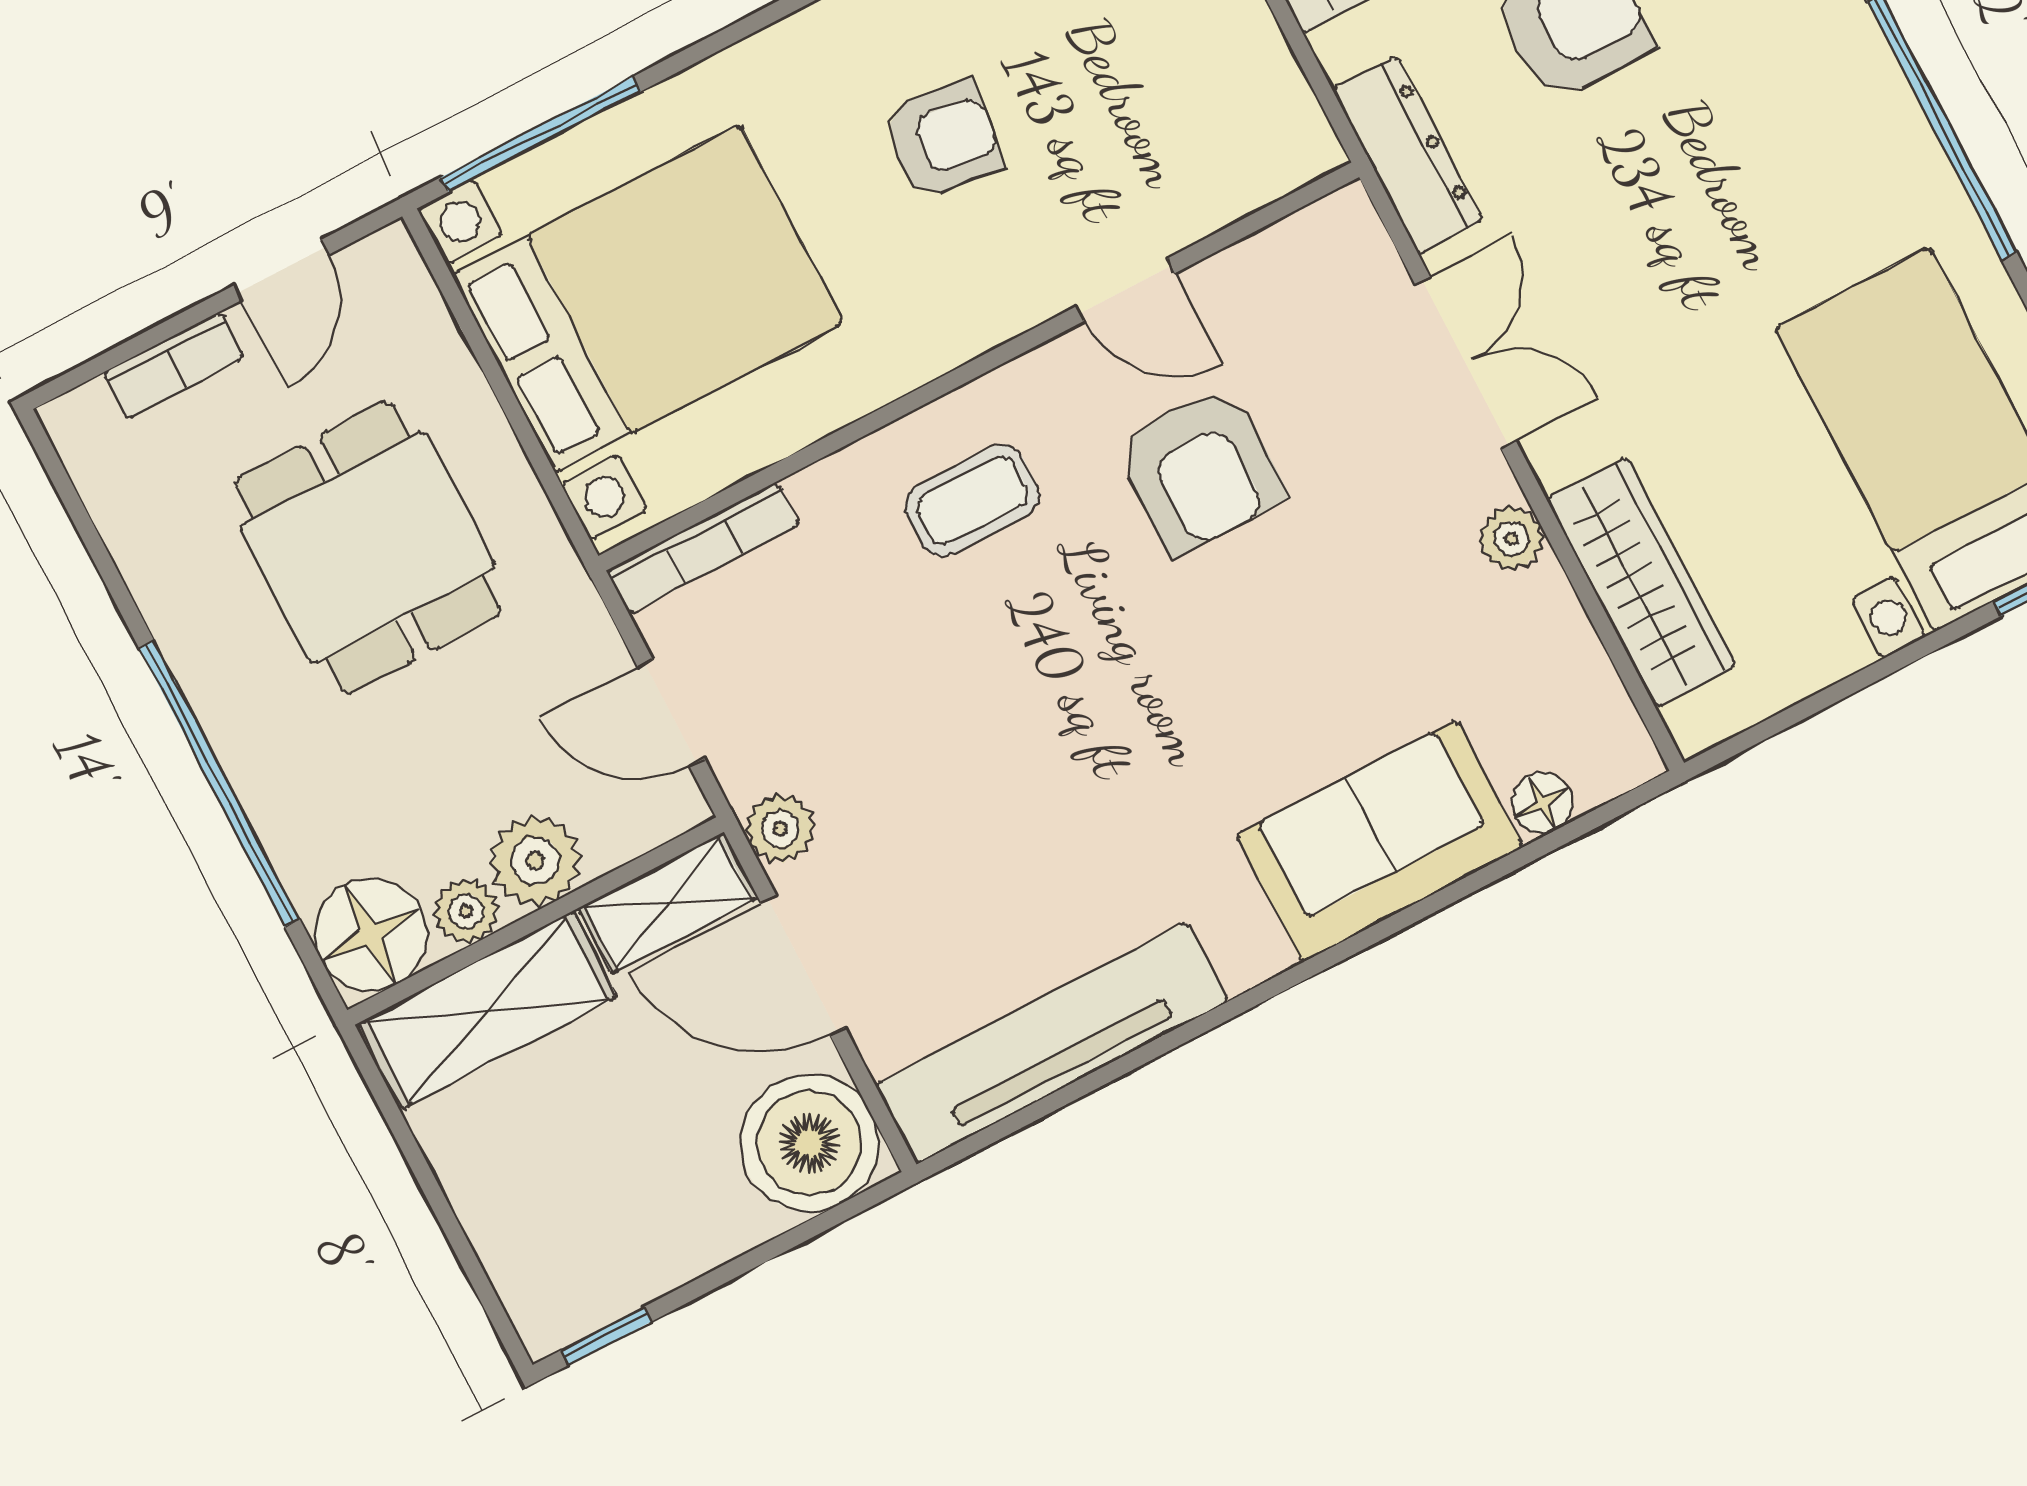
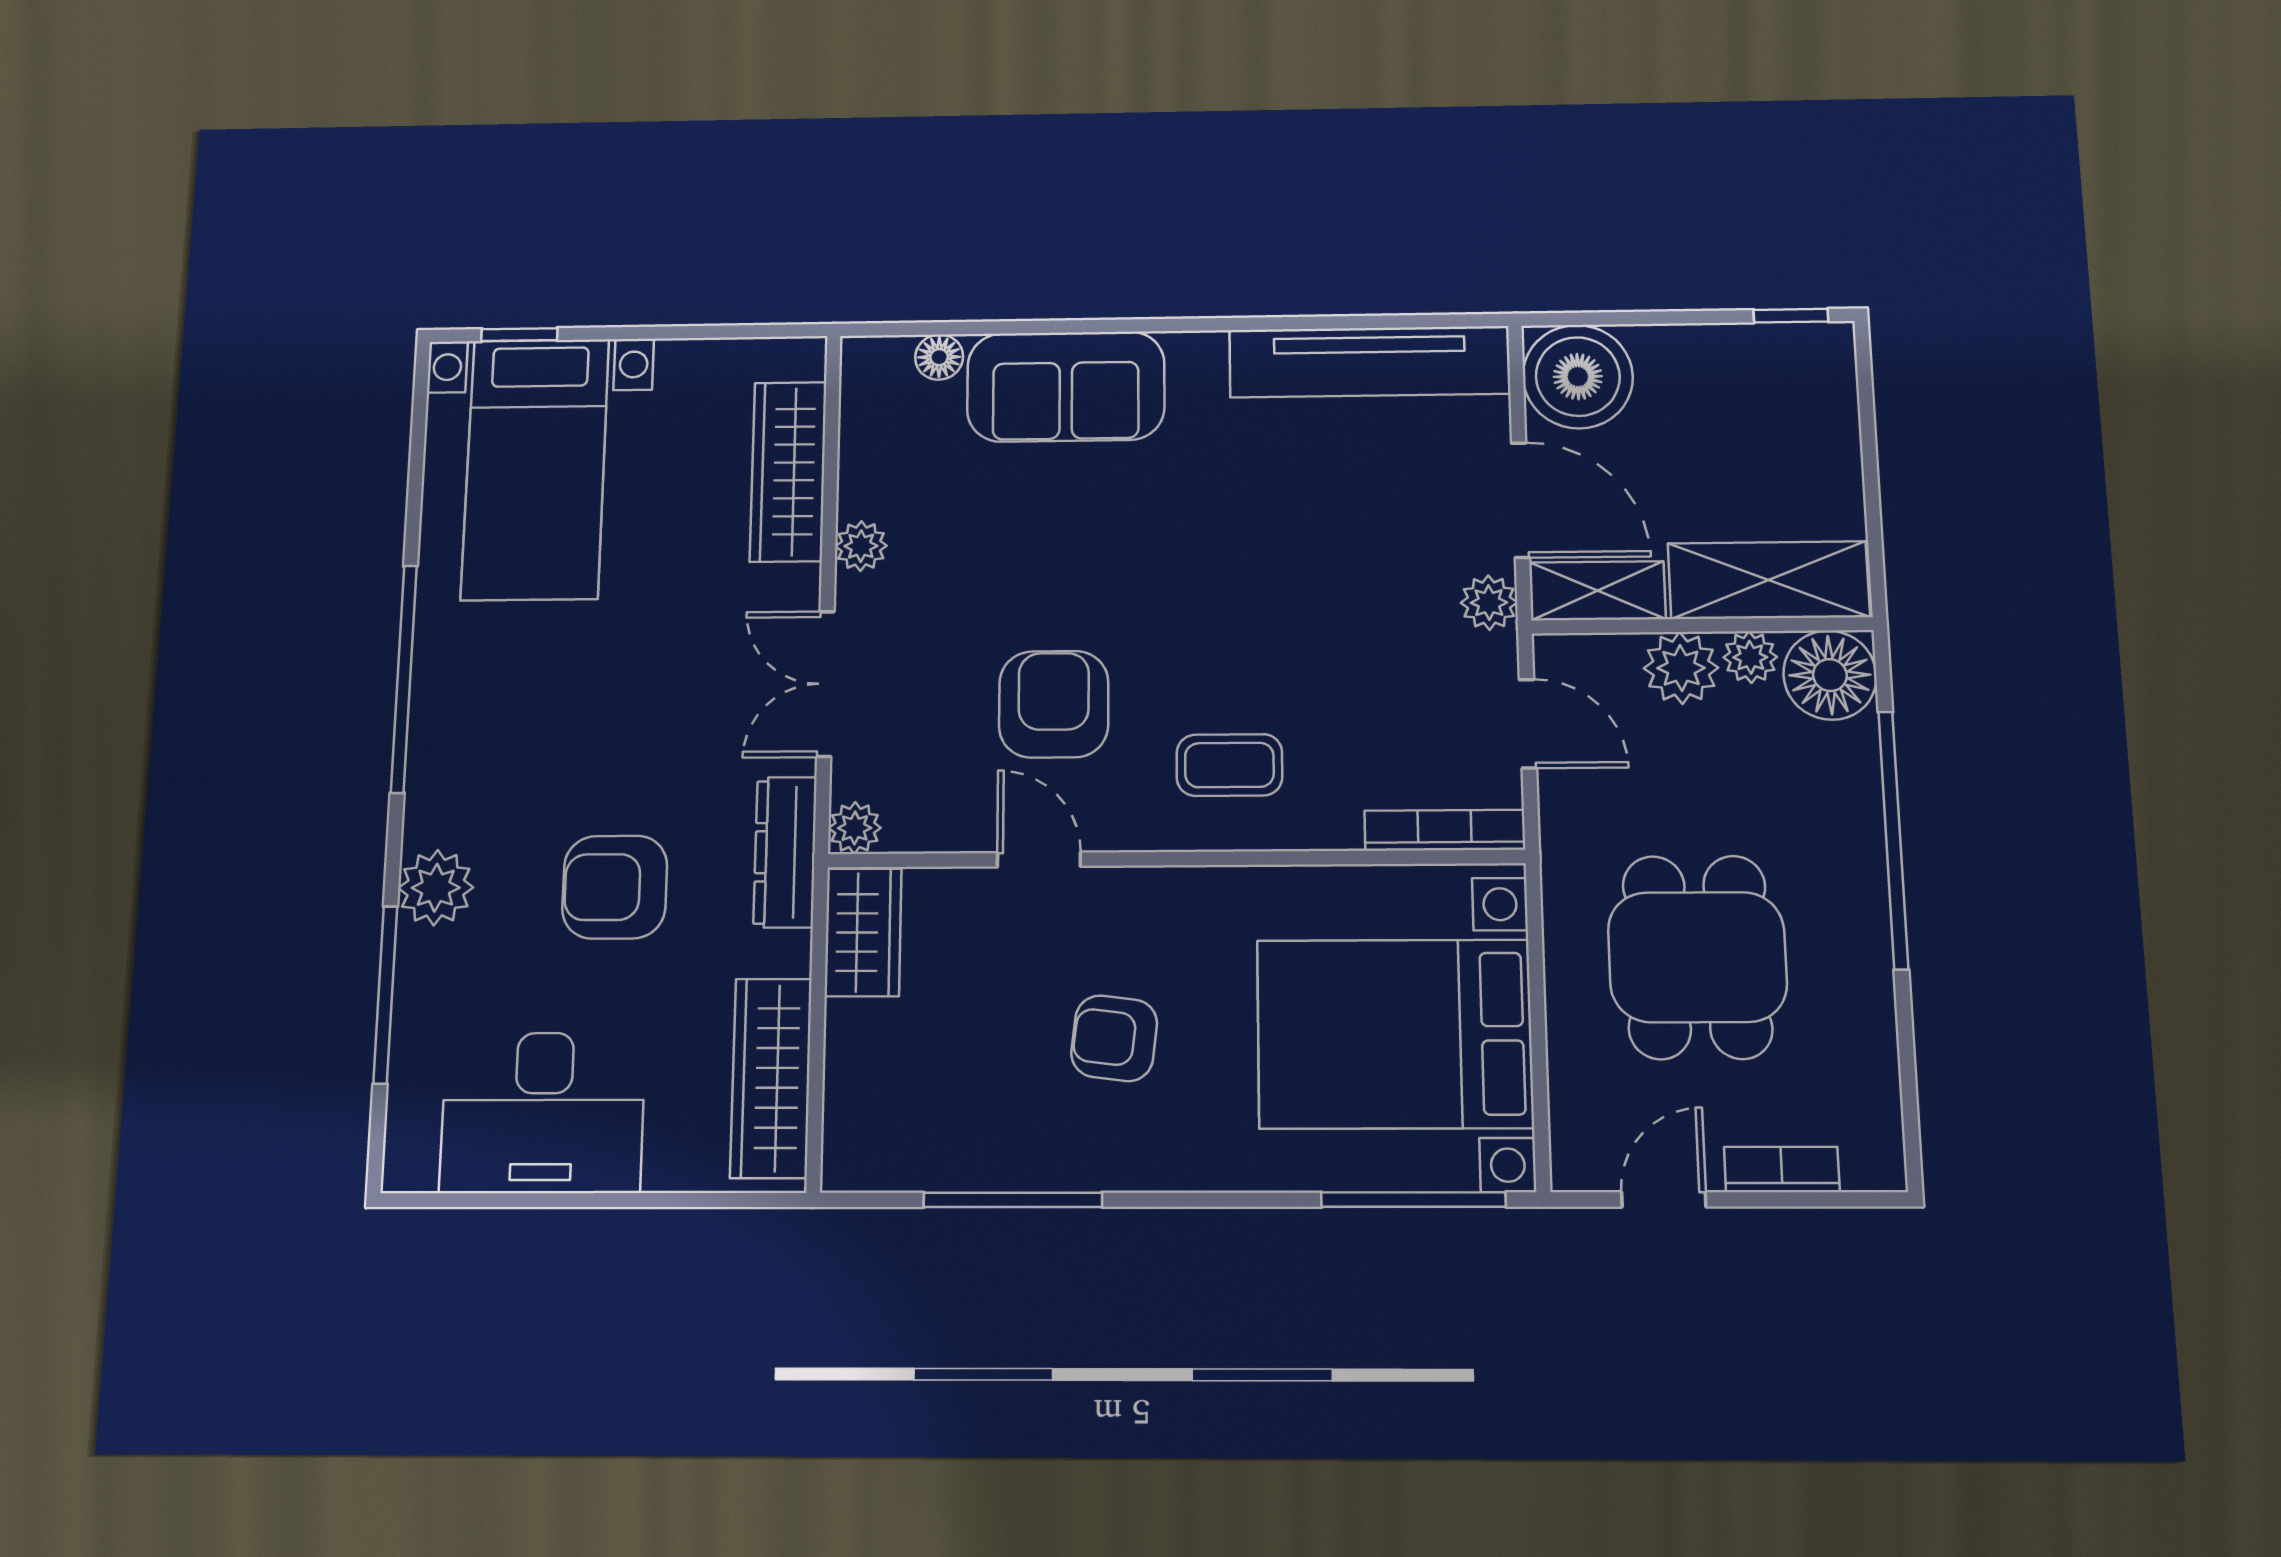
wardrobe: (1274, 112) -> (863, 932), added
plant: (1345, 221) -> (855, 828), added

